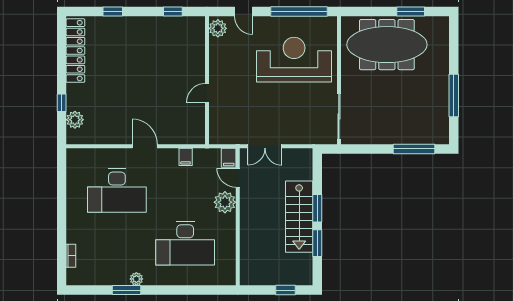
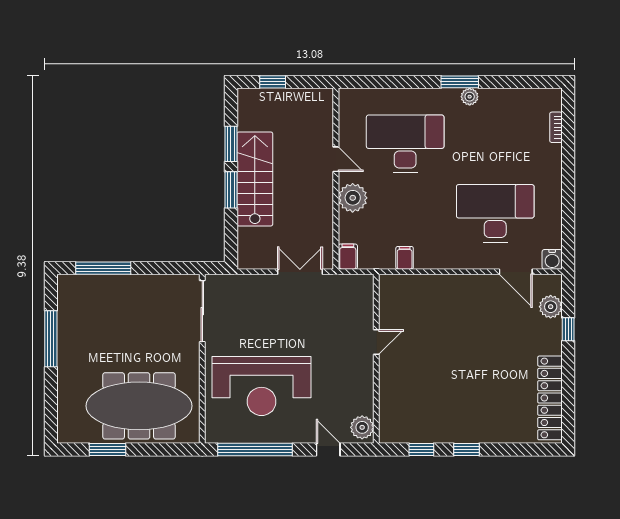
window: (113, 12) -> (467, 449), moved
door: (145, 146) -> (516, 272), moved
water cooler: (74, 156) -> (552, 259), added
door: (238, 178) -> (336, 159), moved
window: (127, 290) -> (460, 82), moved

